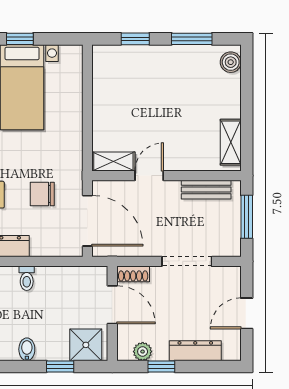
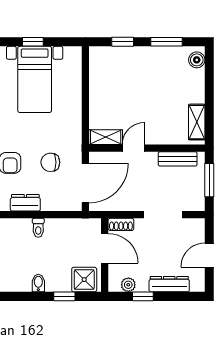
door: (87, 221) -> (85, 183), hinge flipped

